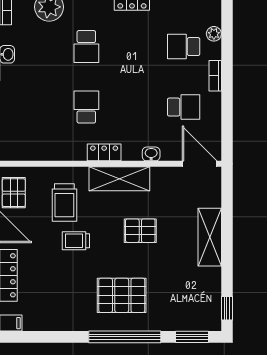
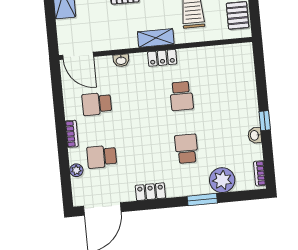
school desk: (184, 47) -> (102, 157), turned 180
shelving: (119, 179) -> (156, 38), width x0.67, depth x0.75

